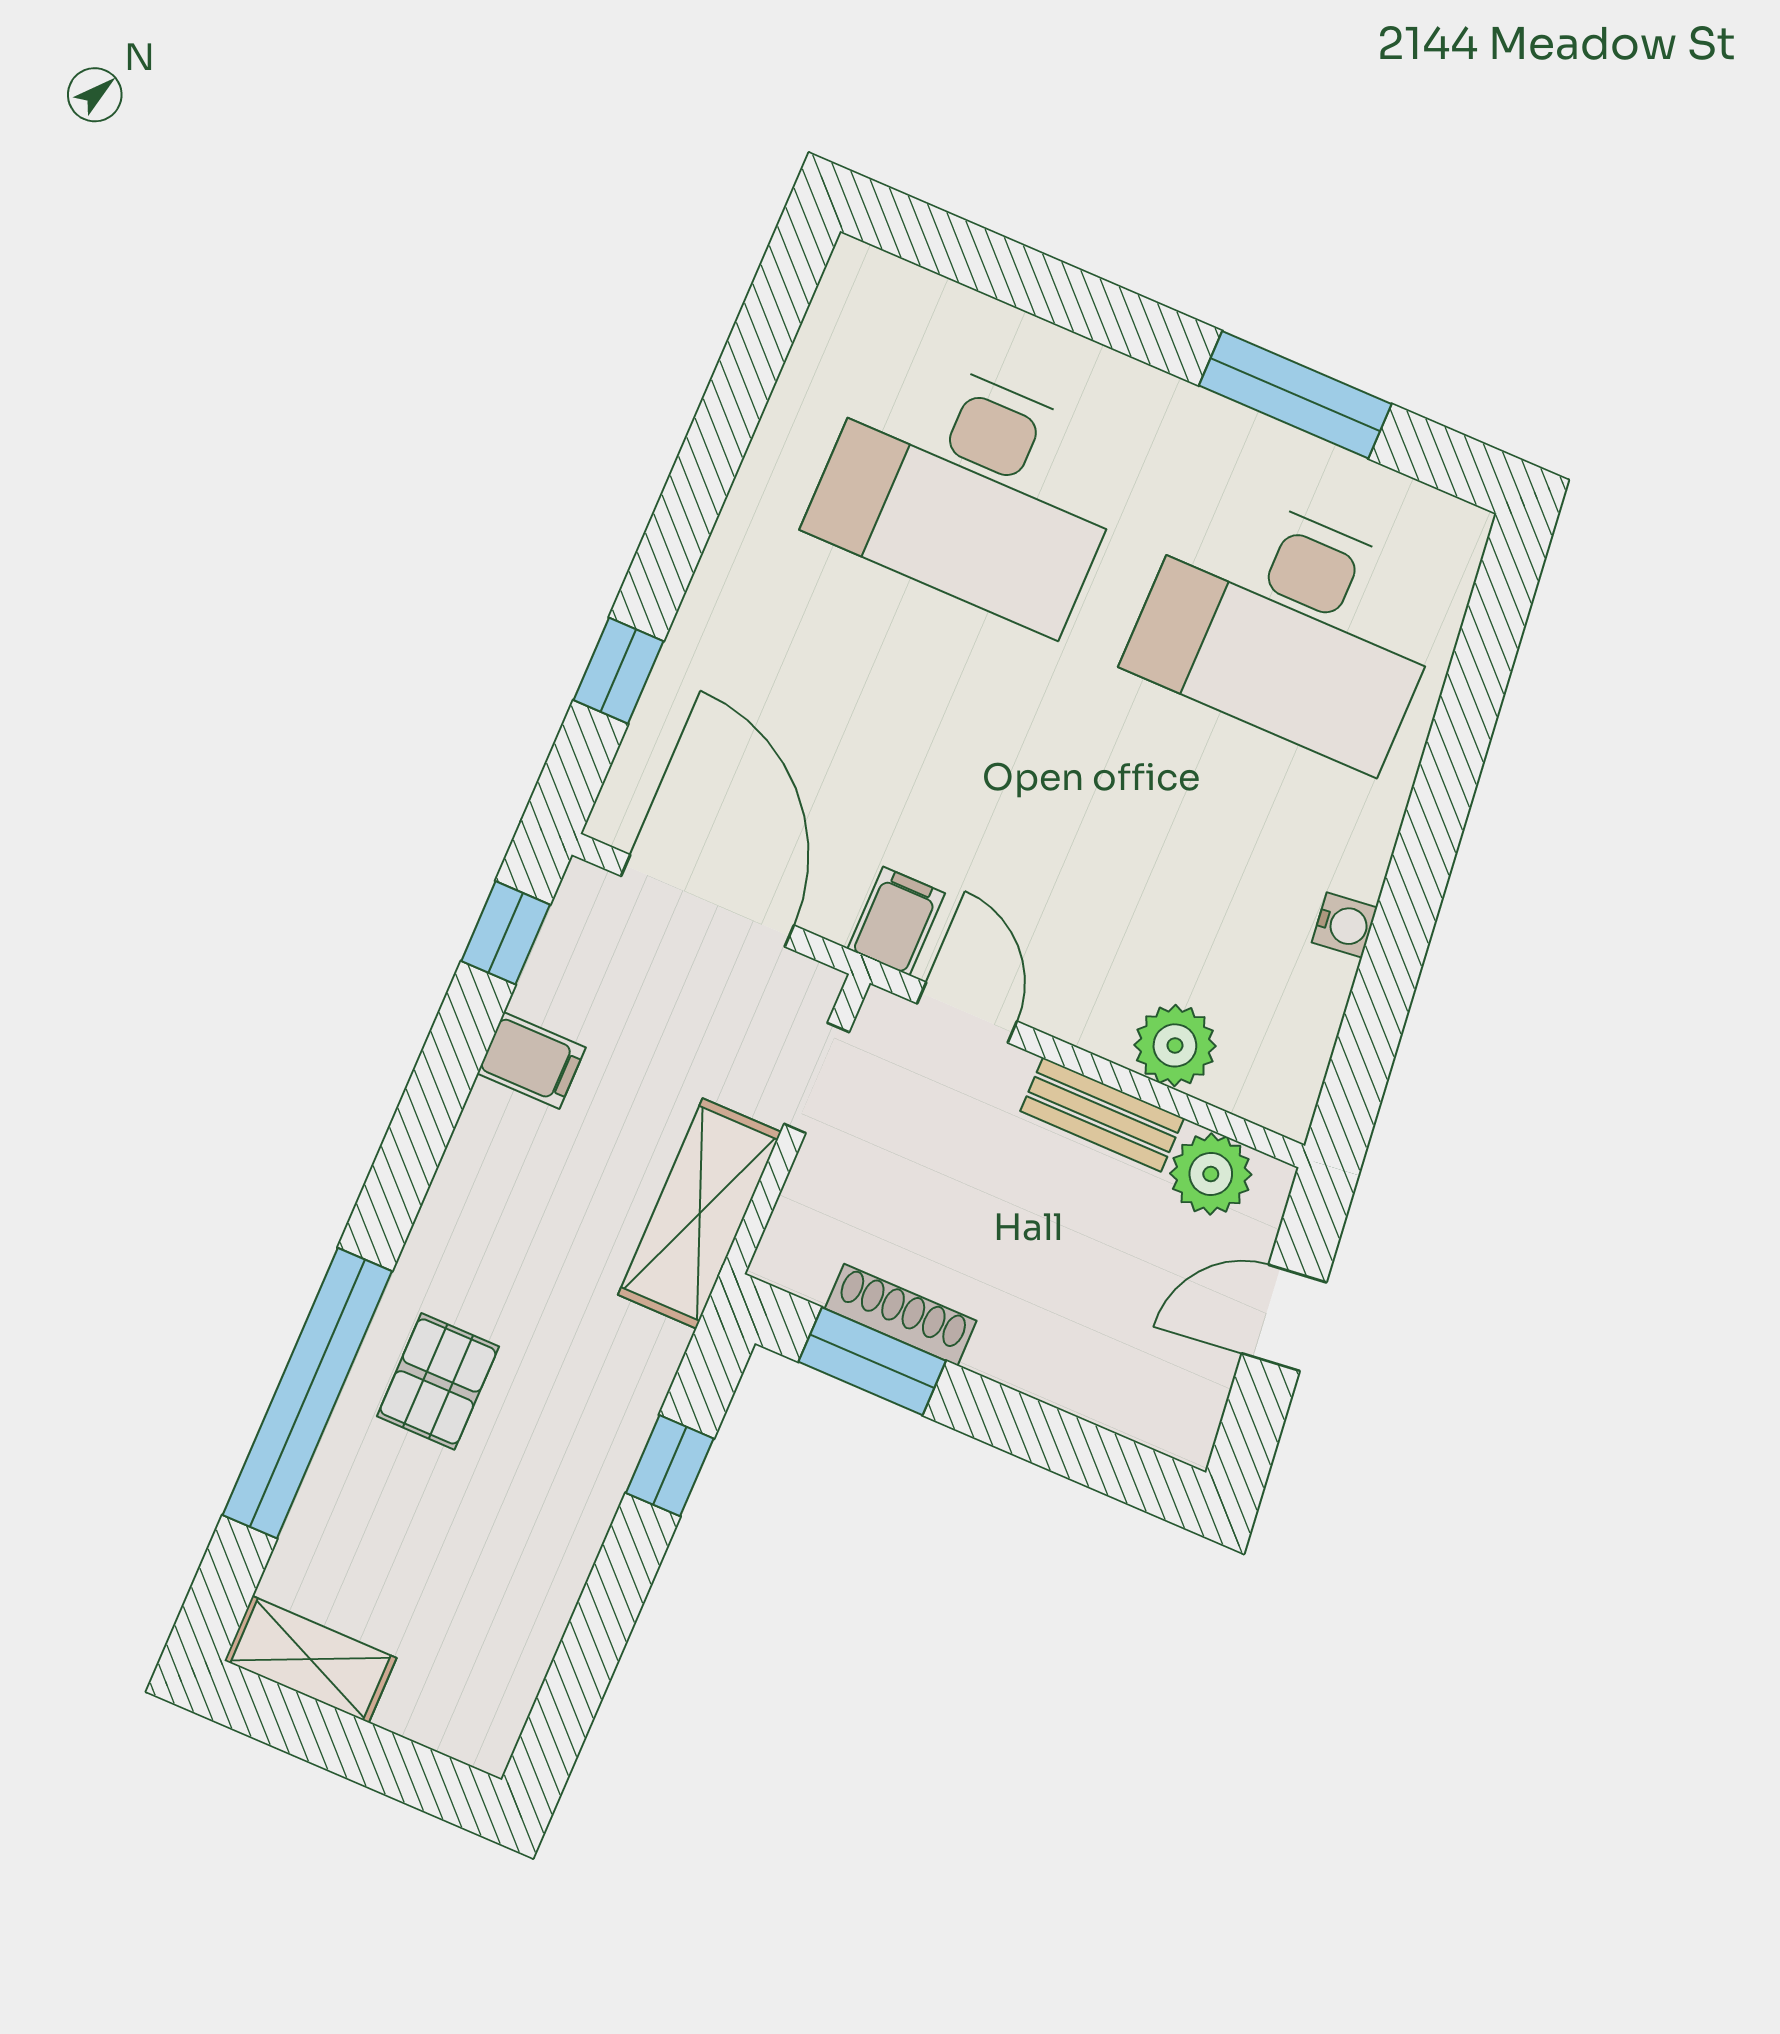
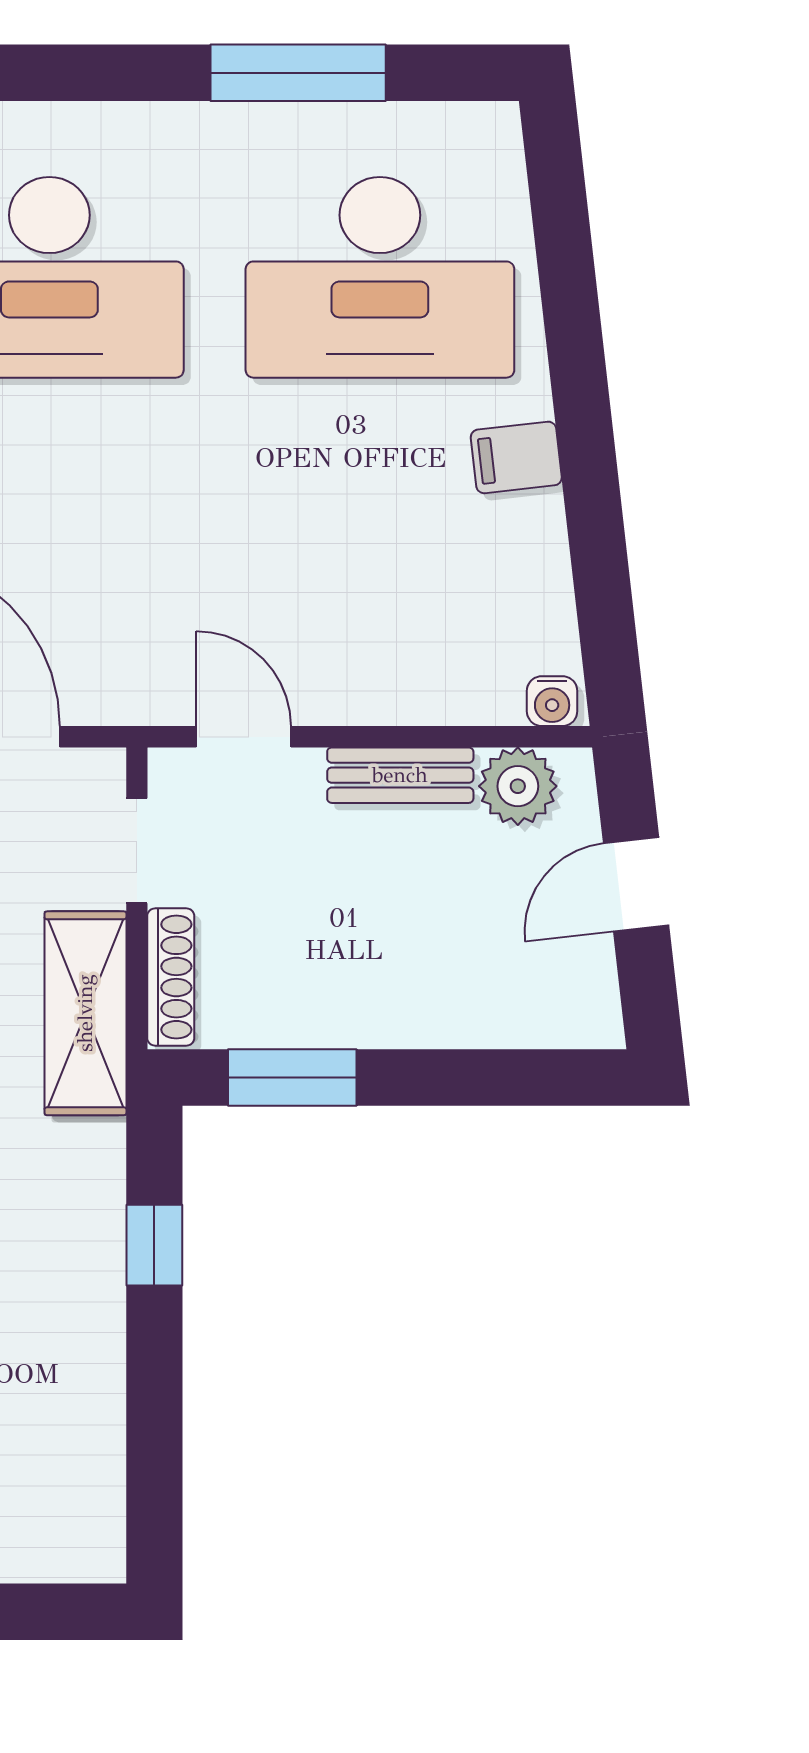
filing cabinet: (896, 921) -> (516, 457), moved, turned -96
water cooler: (1345, 925) -> (552, 701), moved, turned 96
plant: (1175, 1045) -> (438, 687), removed
shoe rack: (901, 1315) -> (171, 977), moved, turned 90

